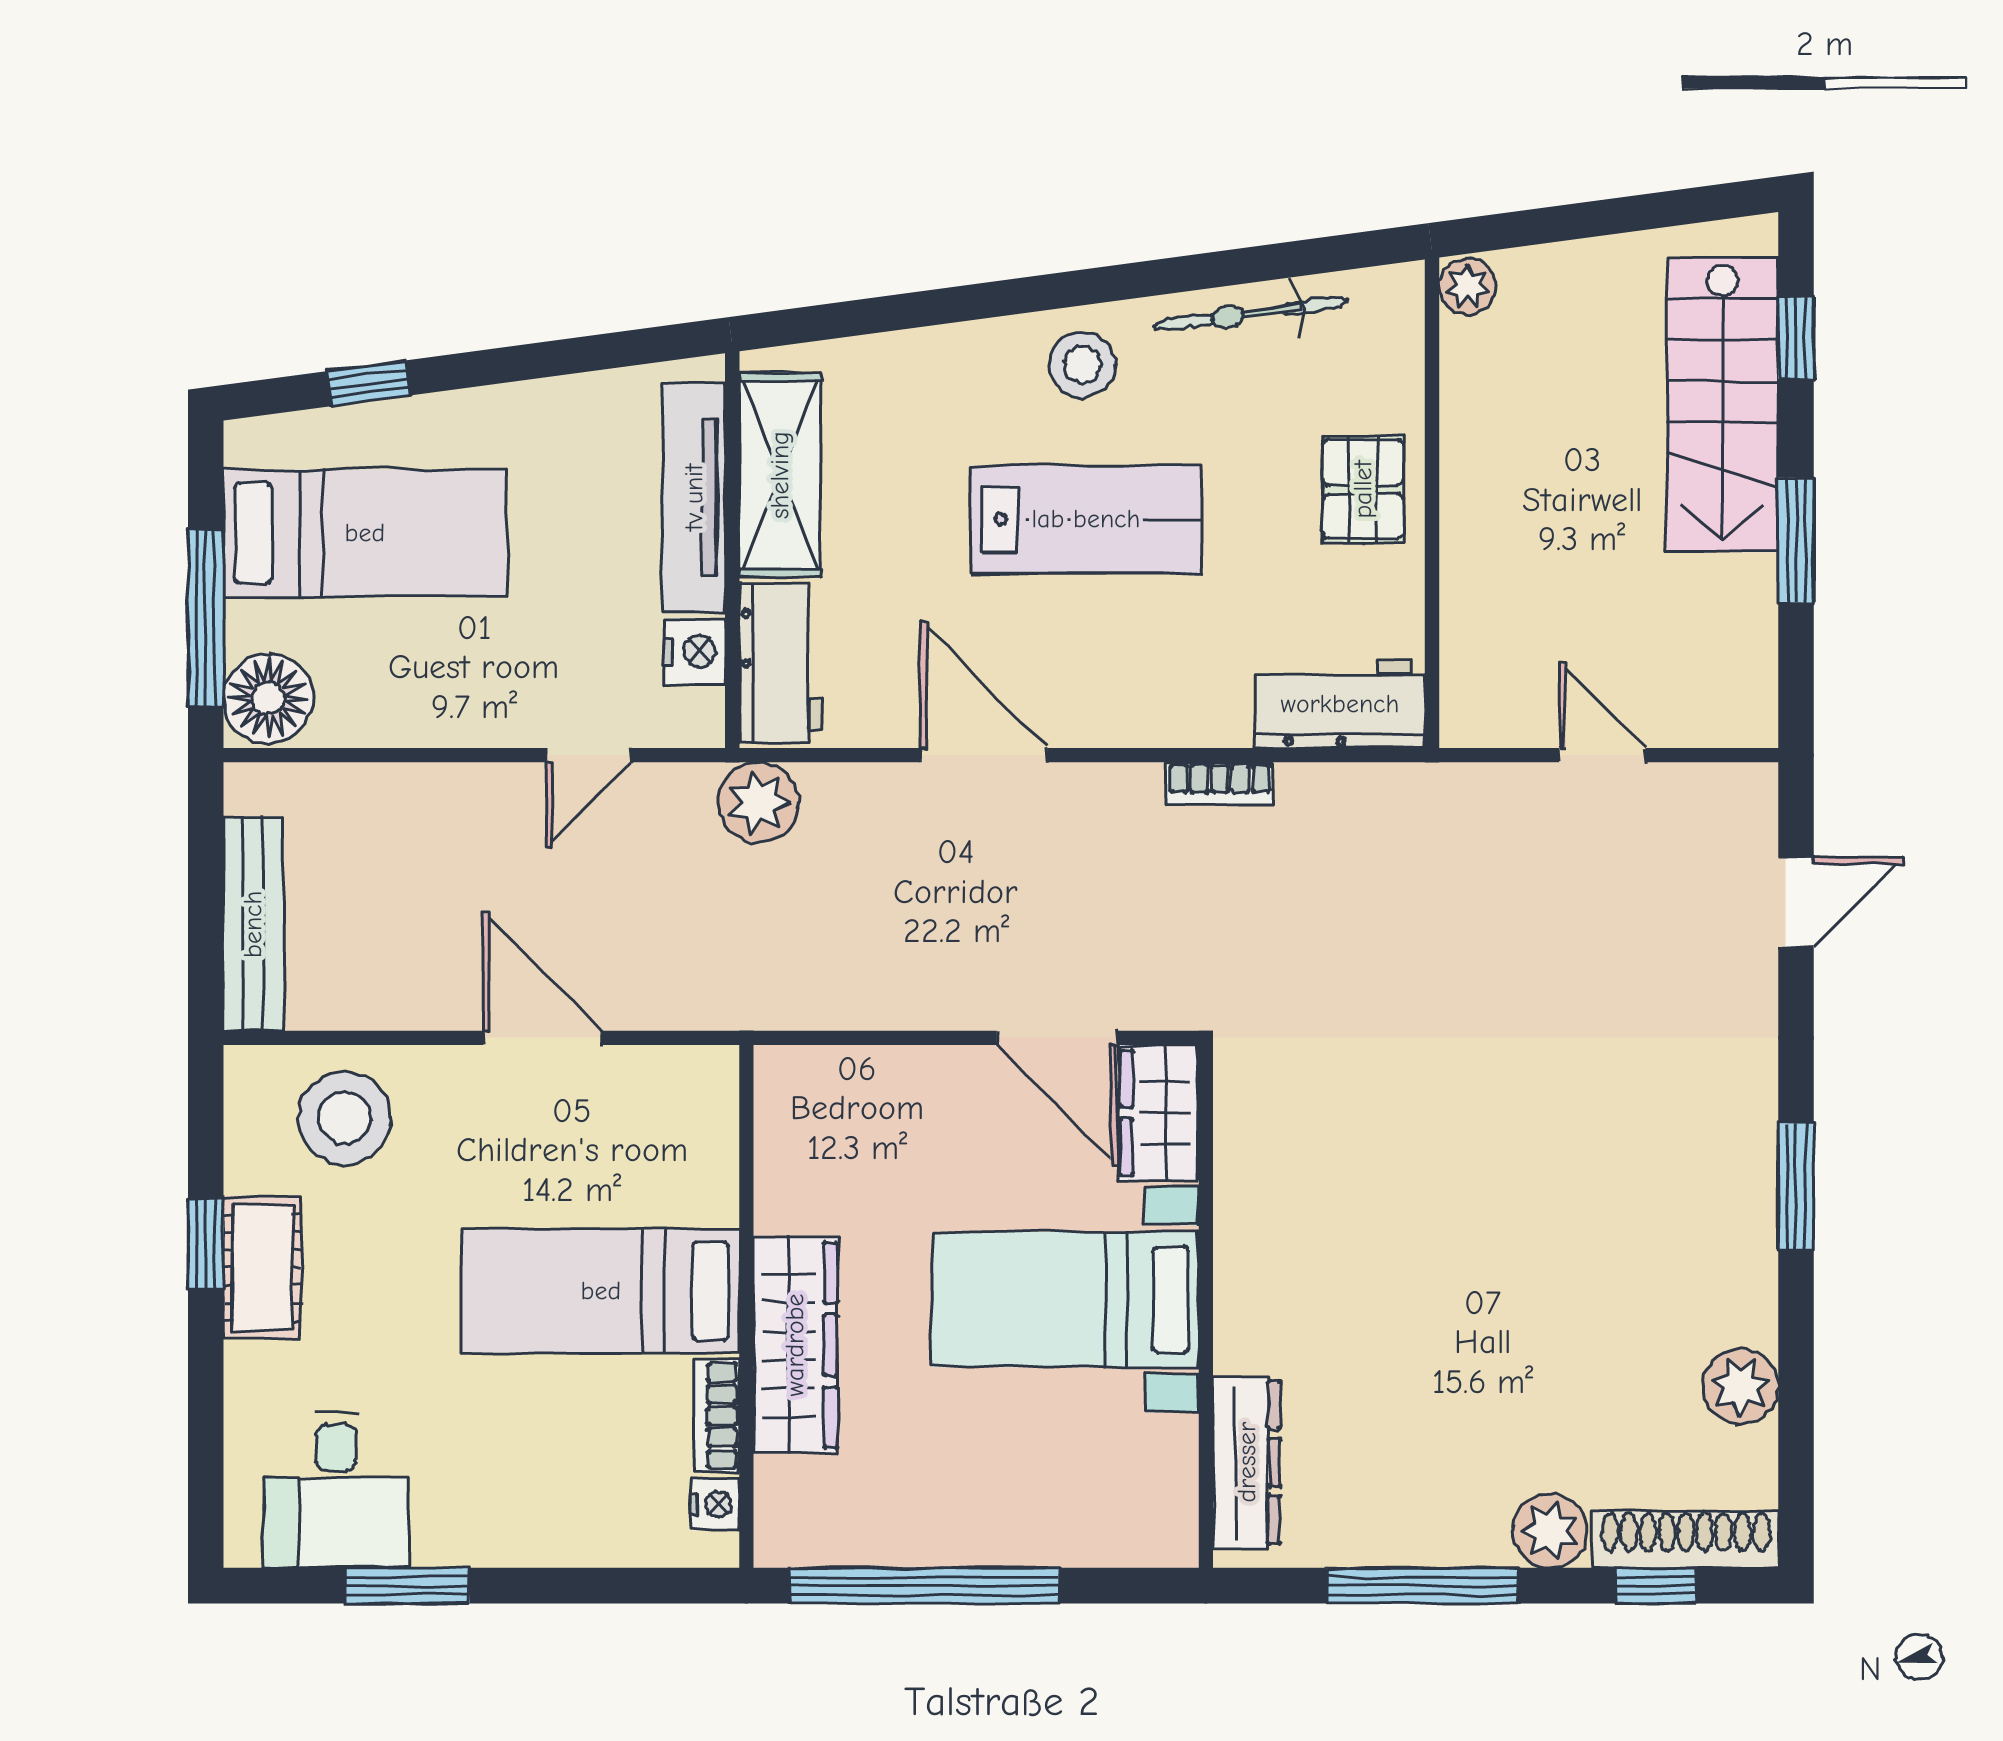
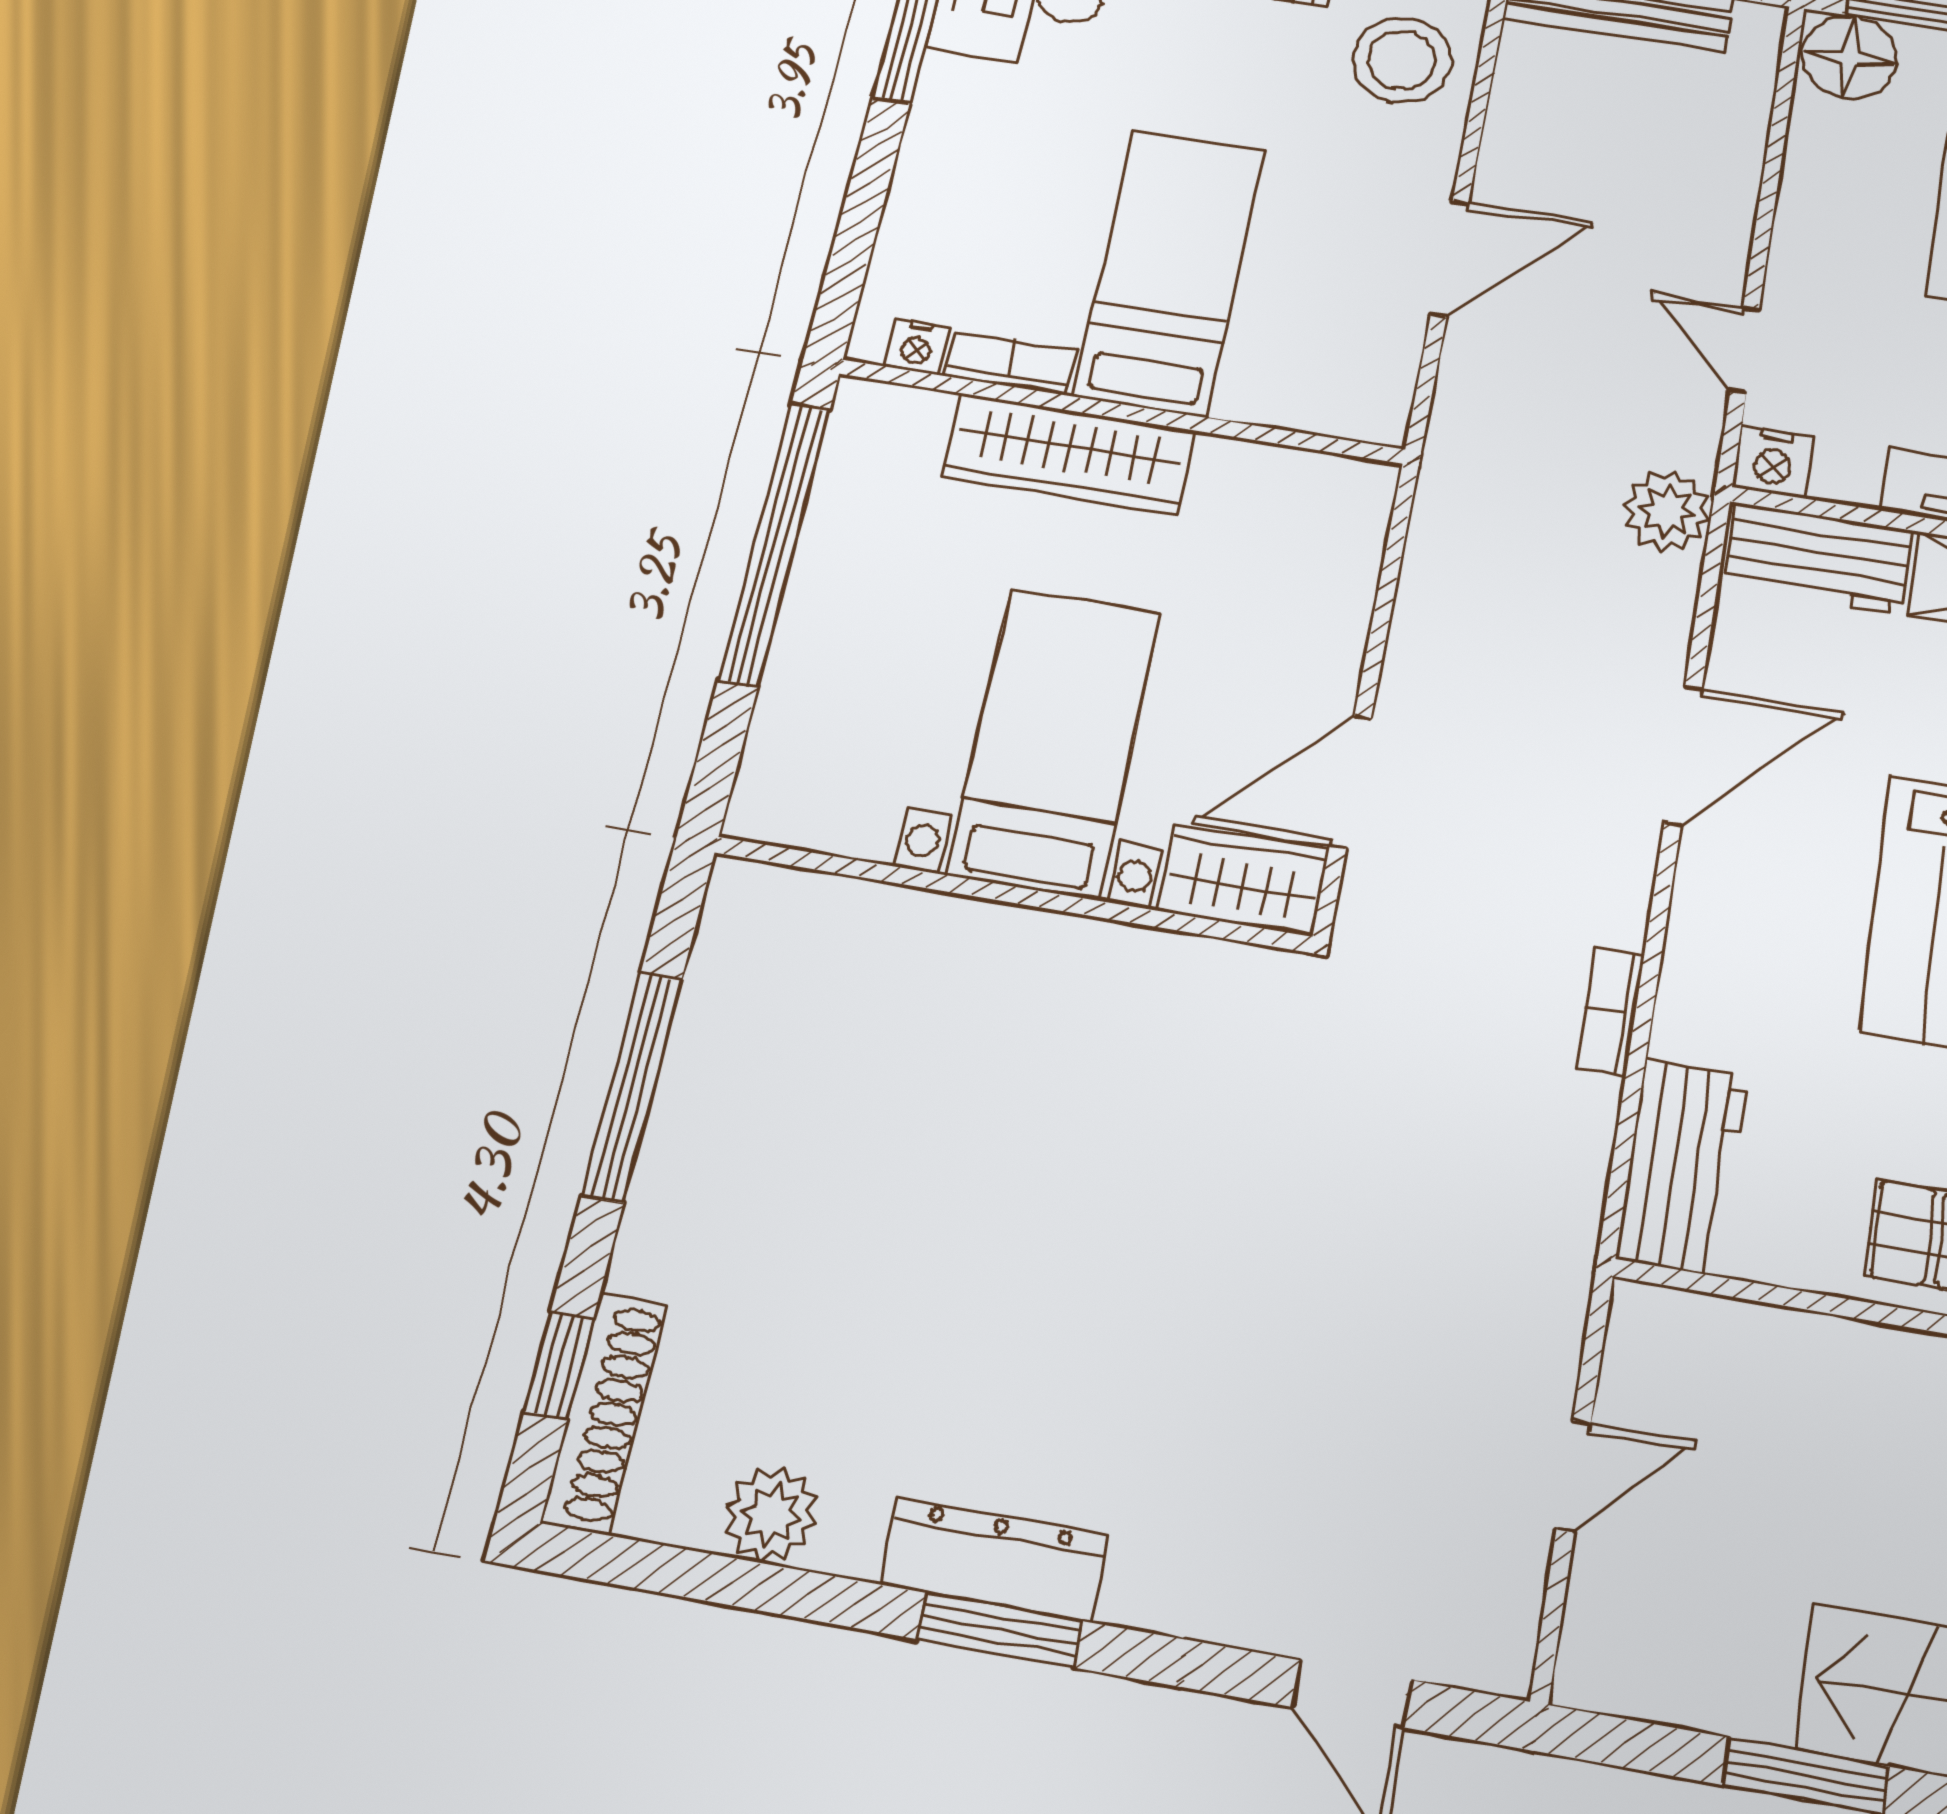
nightstand: (695, 652) -> (1773, 462), moved
dresser: (1247, 1462) -> (994, 1560), moved, turned 180
plant: (1550, 1531) -> (657, 1248), removed

